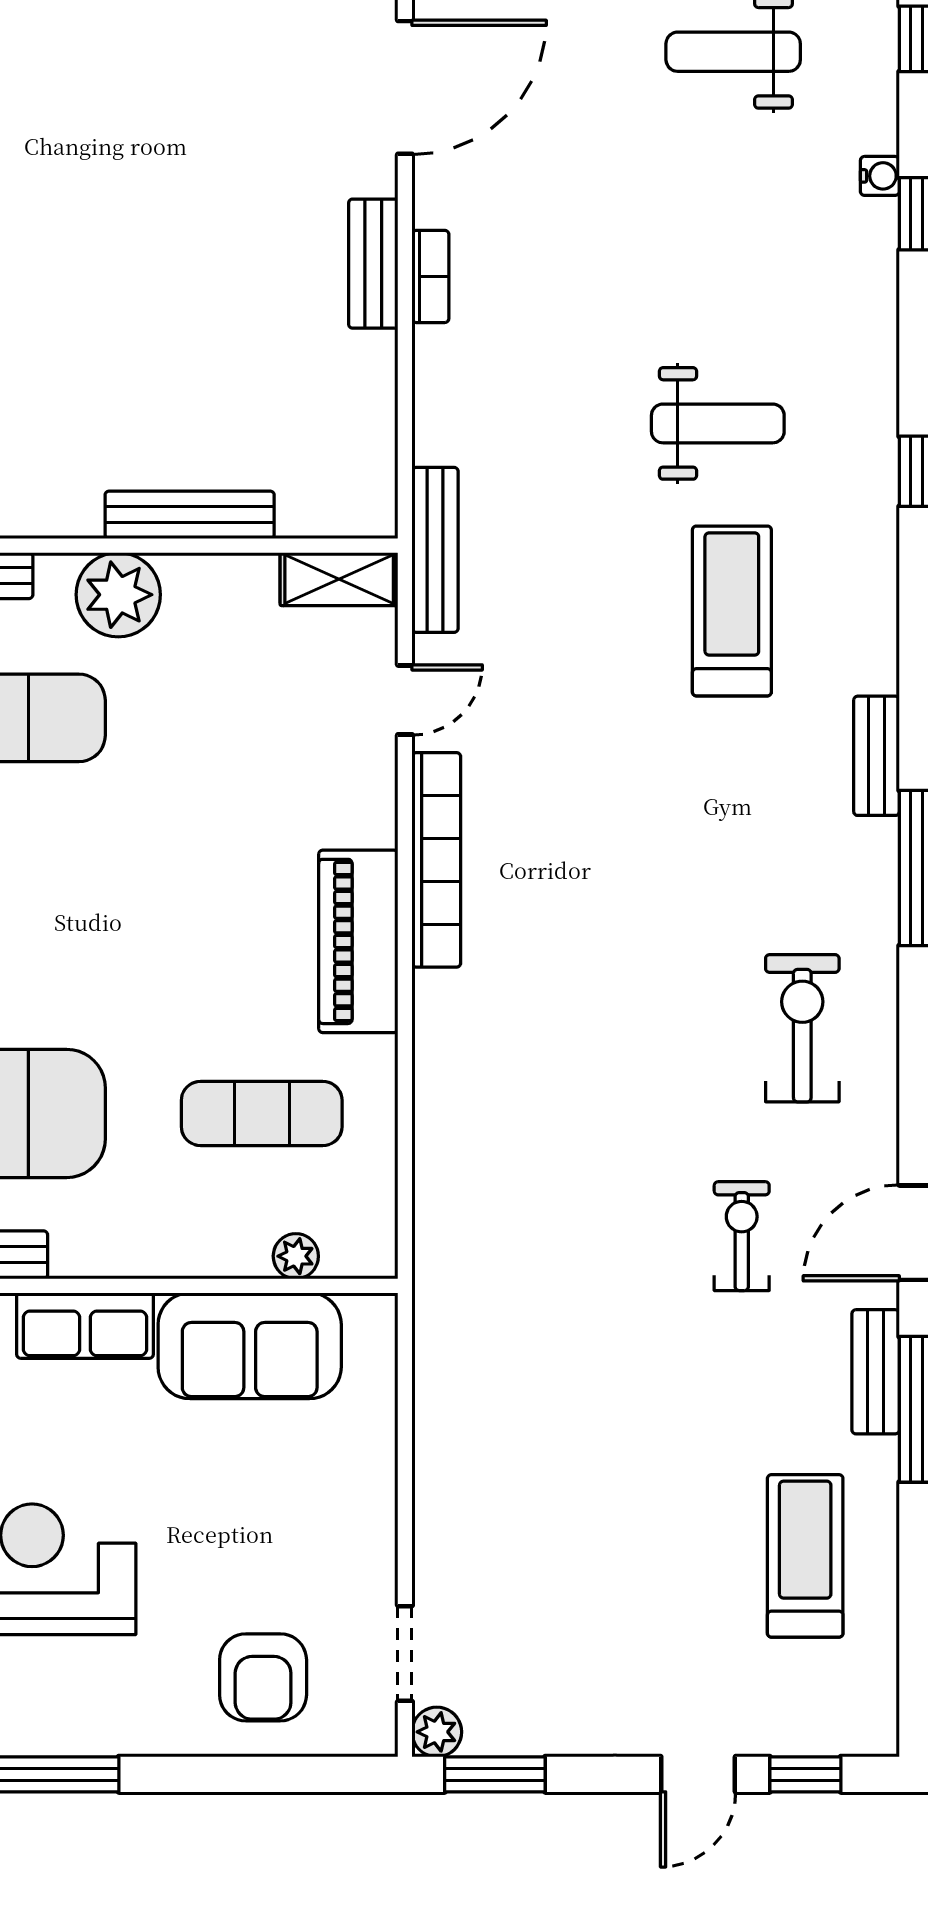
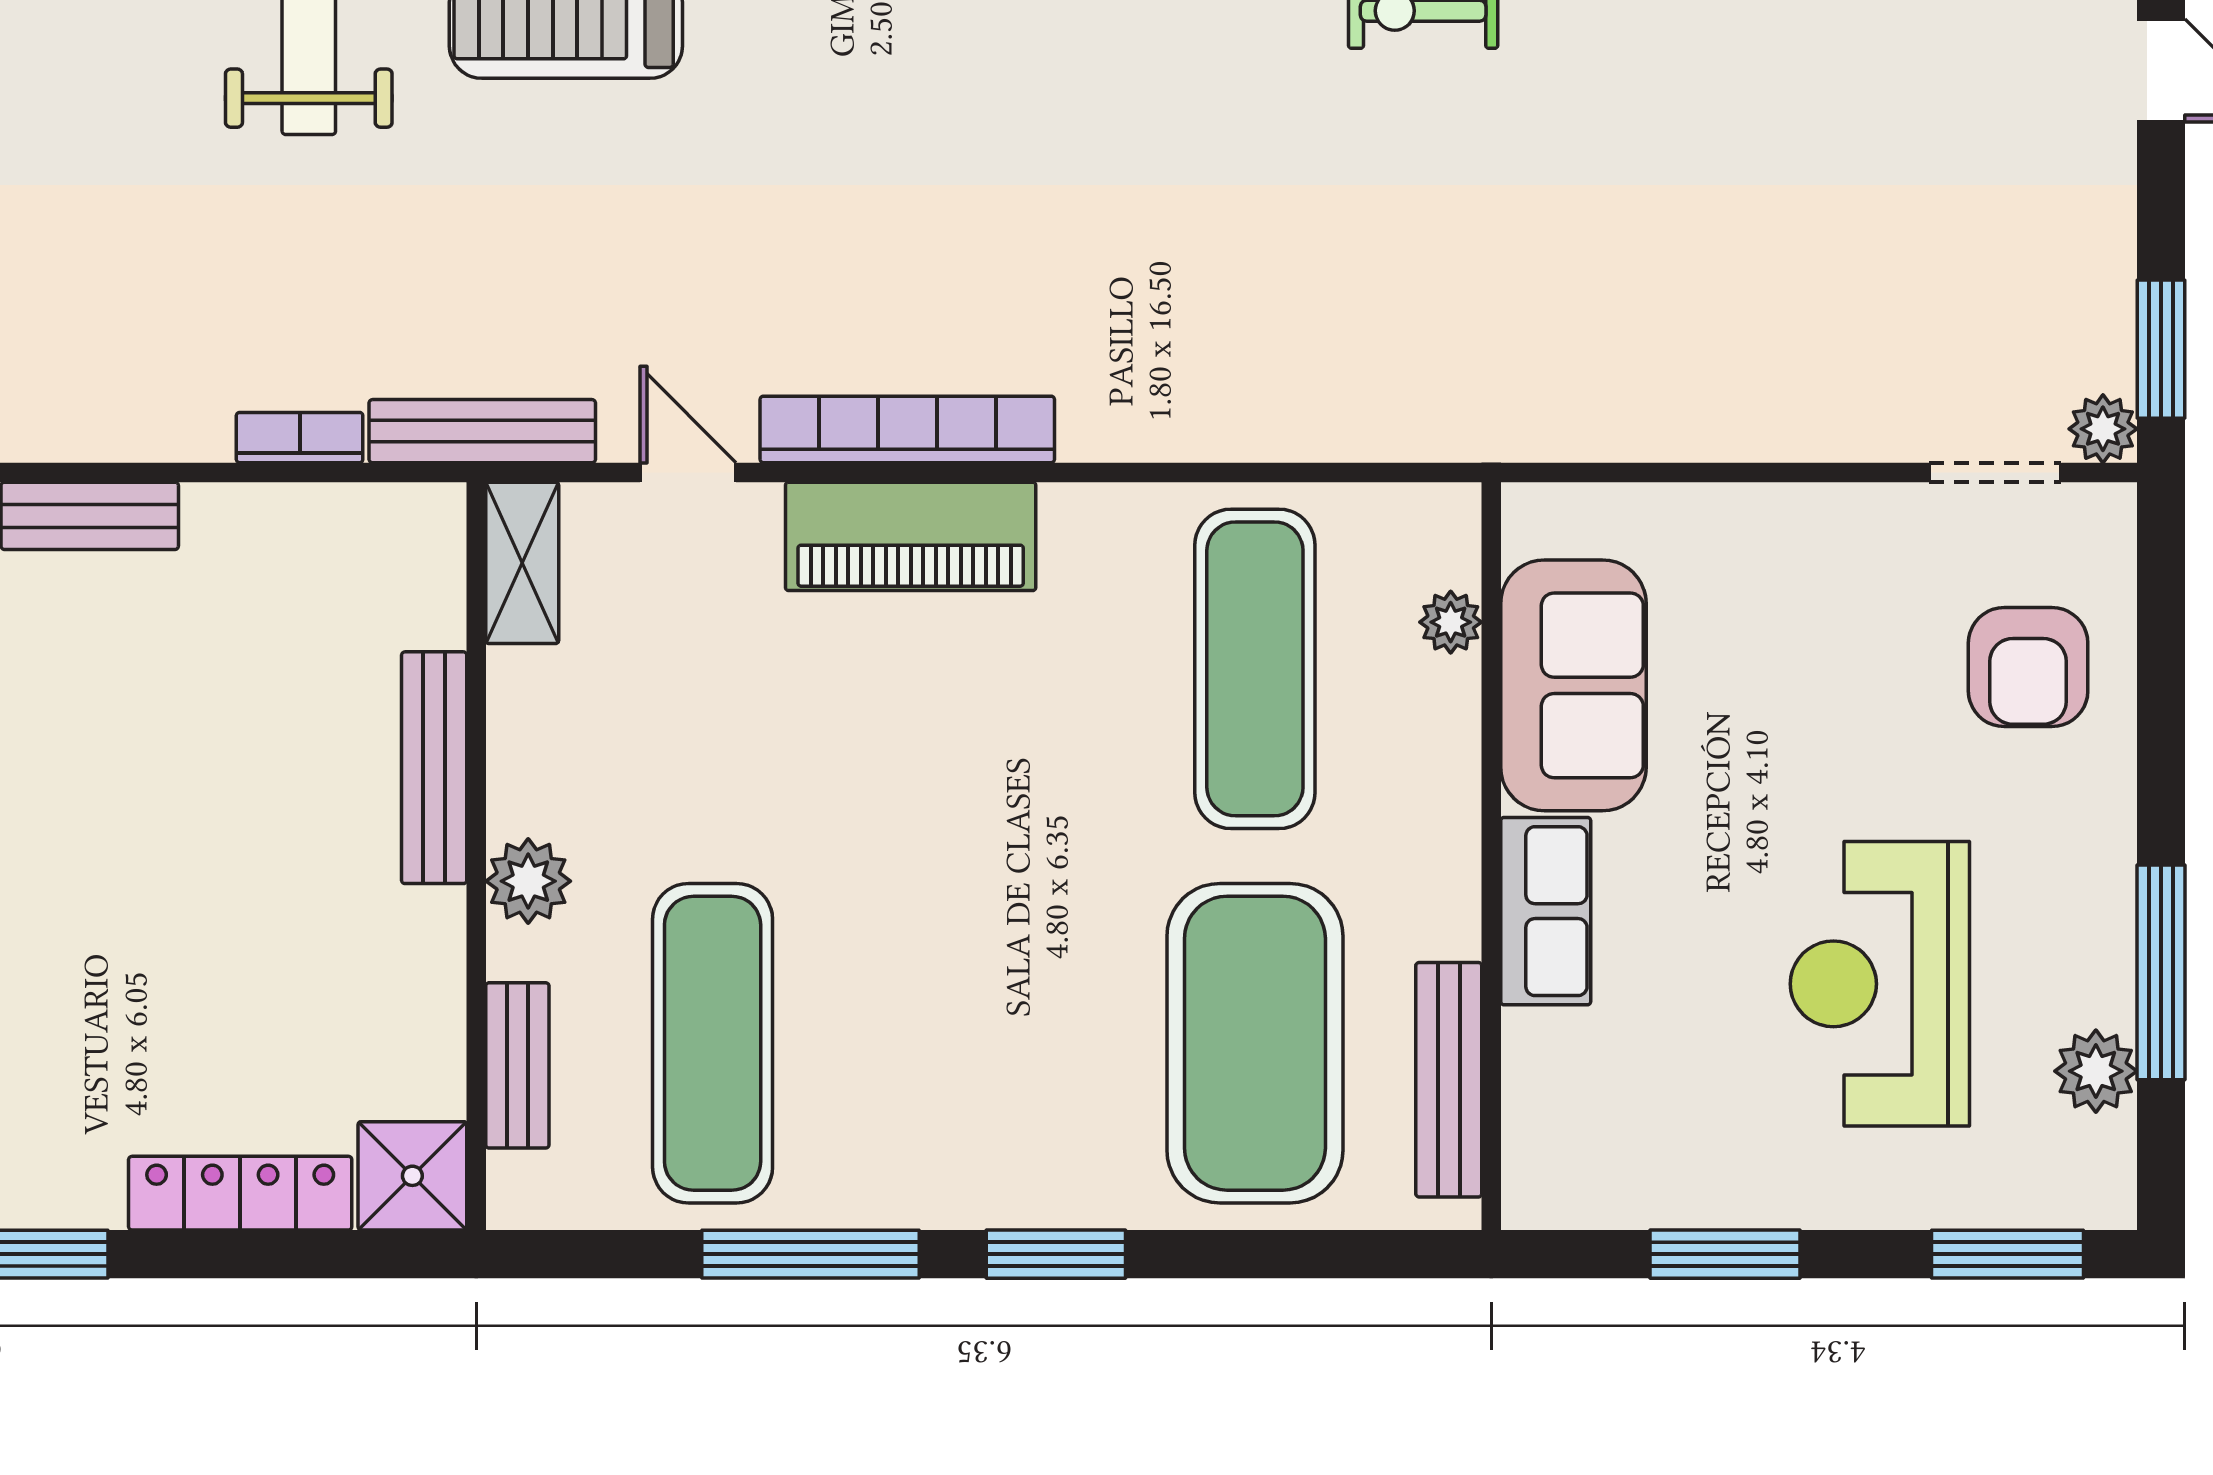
bookcase: (430, 276) -> (300, 438), moved
plant: (118, 595) -> (528, 881), width x0.73, depth x0.73
piano: (358, 941) -> (911, 536), moved
exercise mat: (262, 1113) -> (1255, 669), width x1.36, depth x1.45
armchair: (263, 1677) -> (2028, 667), turned 90

